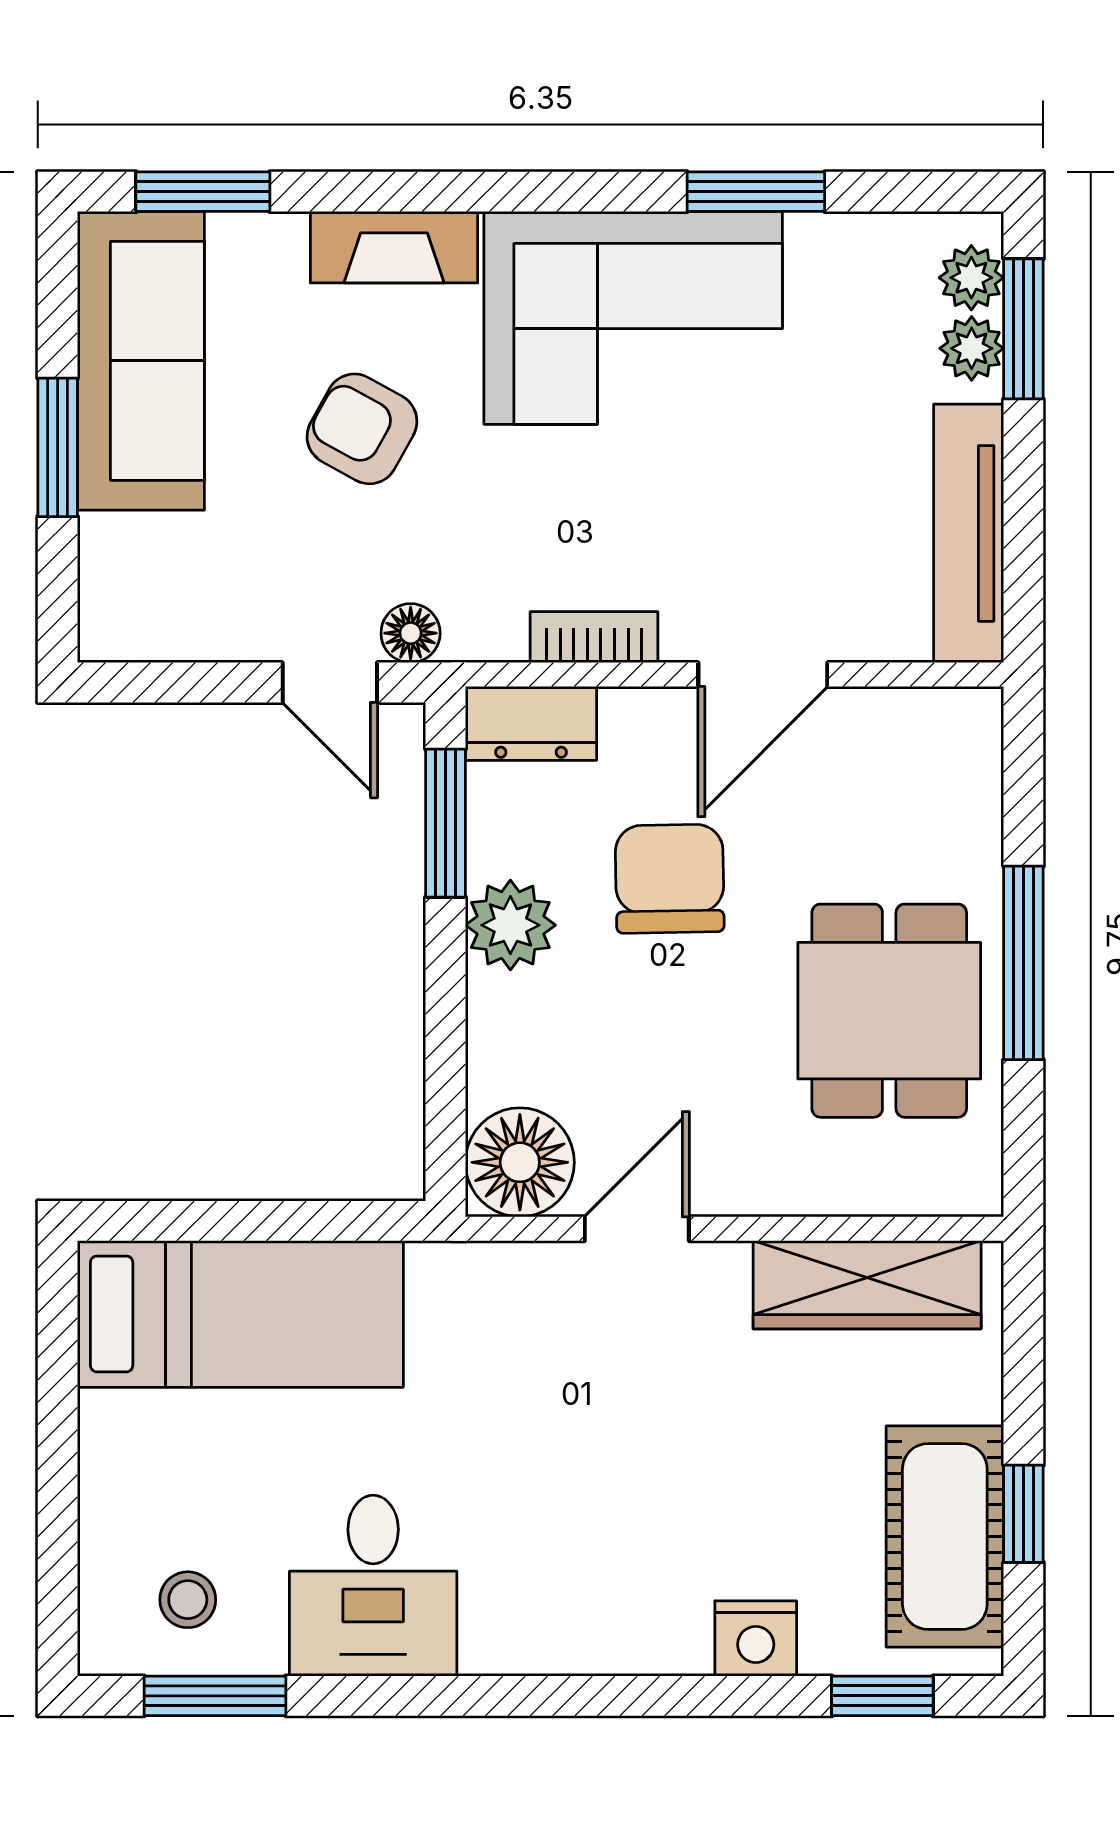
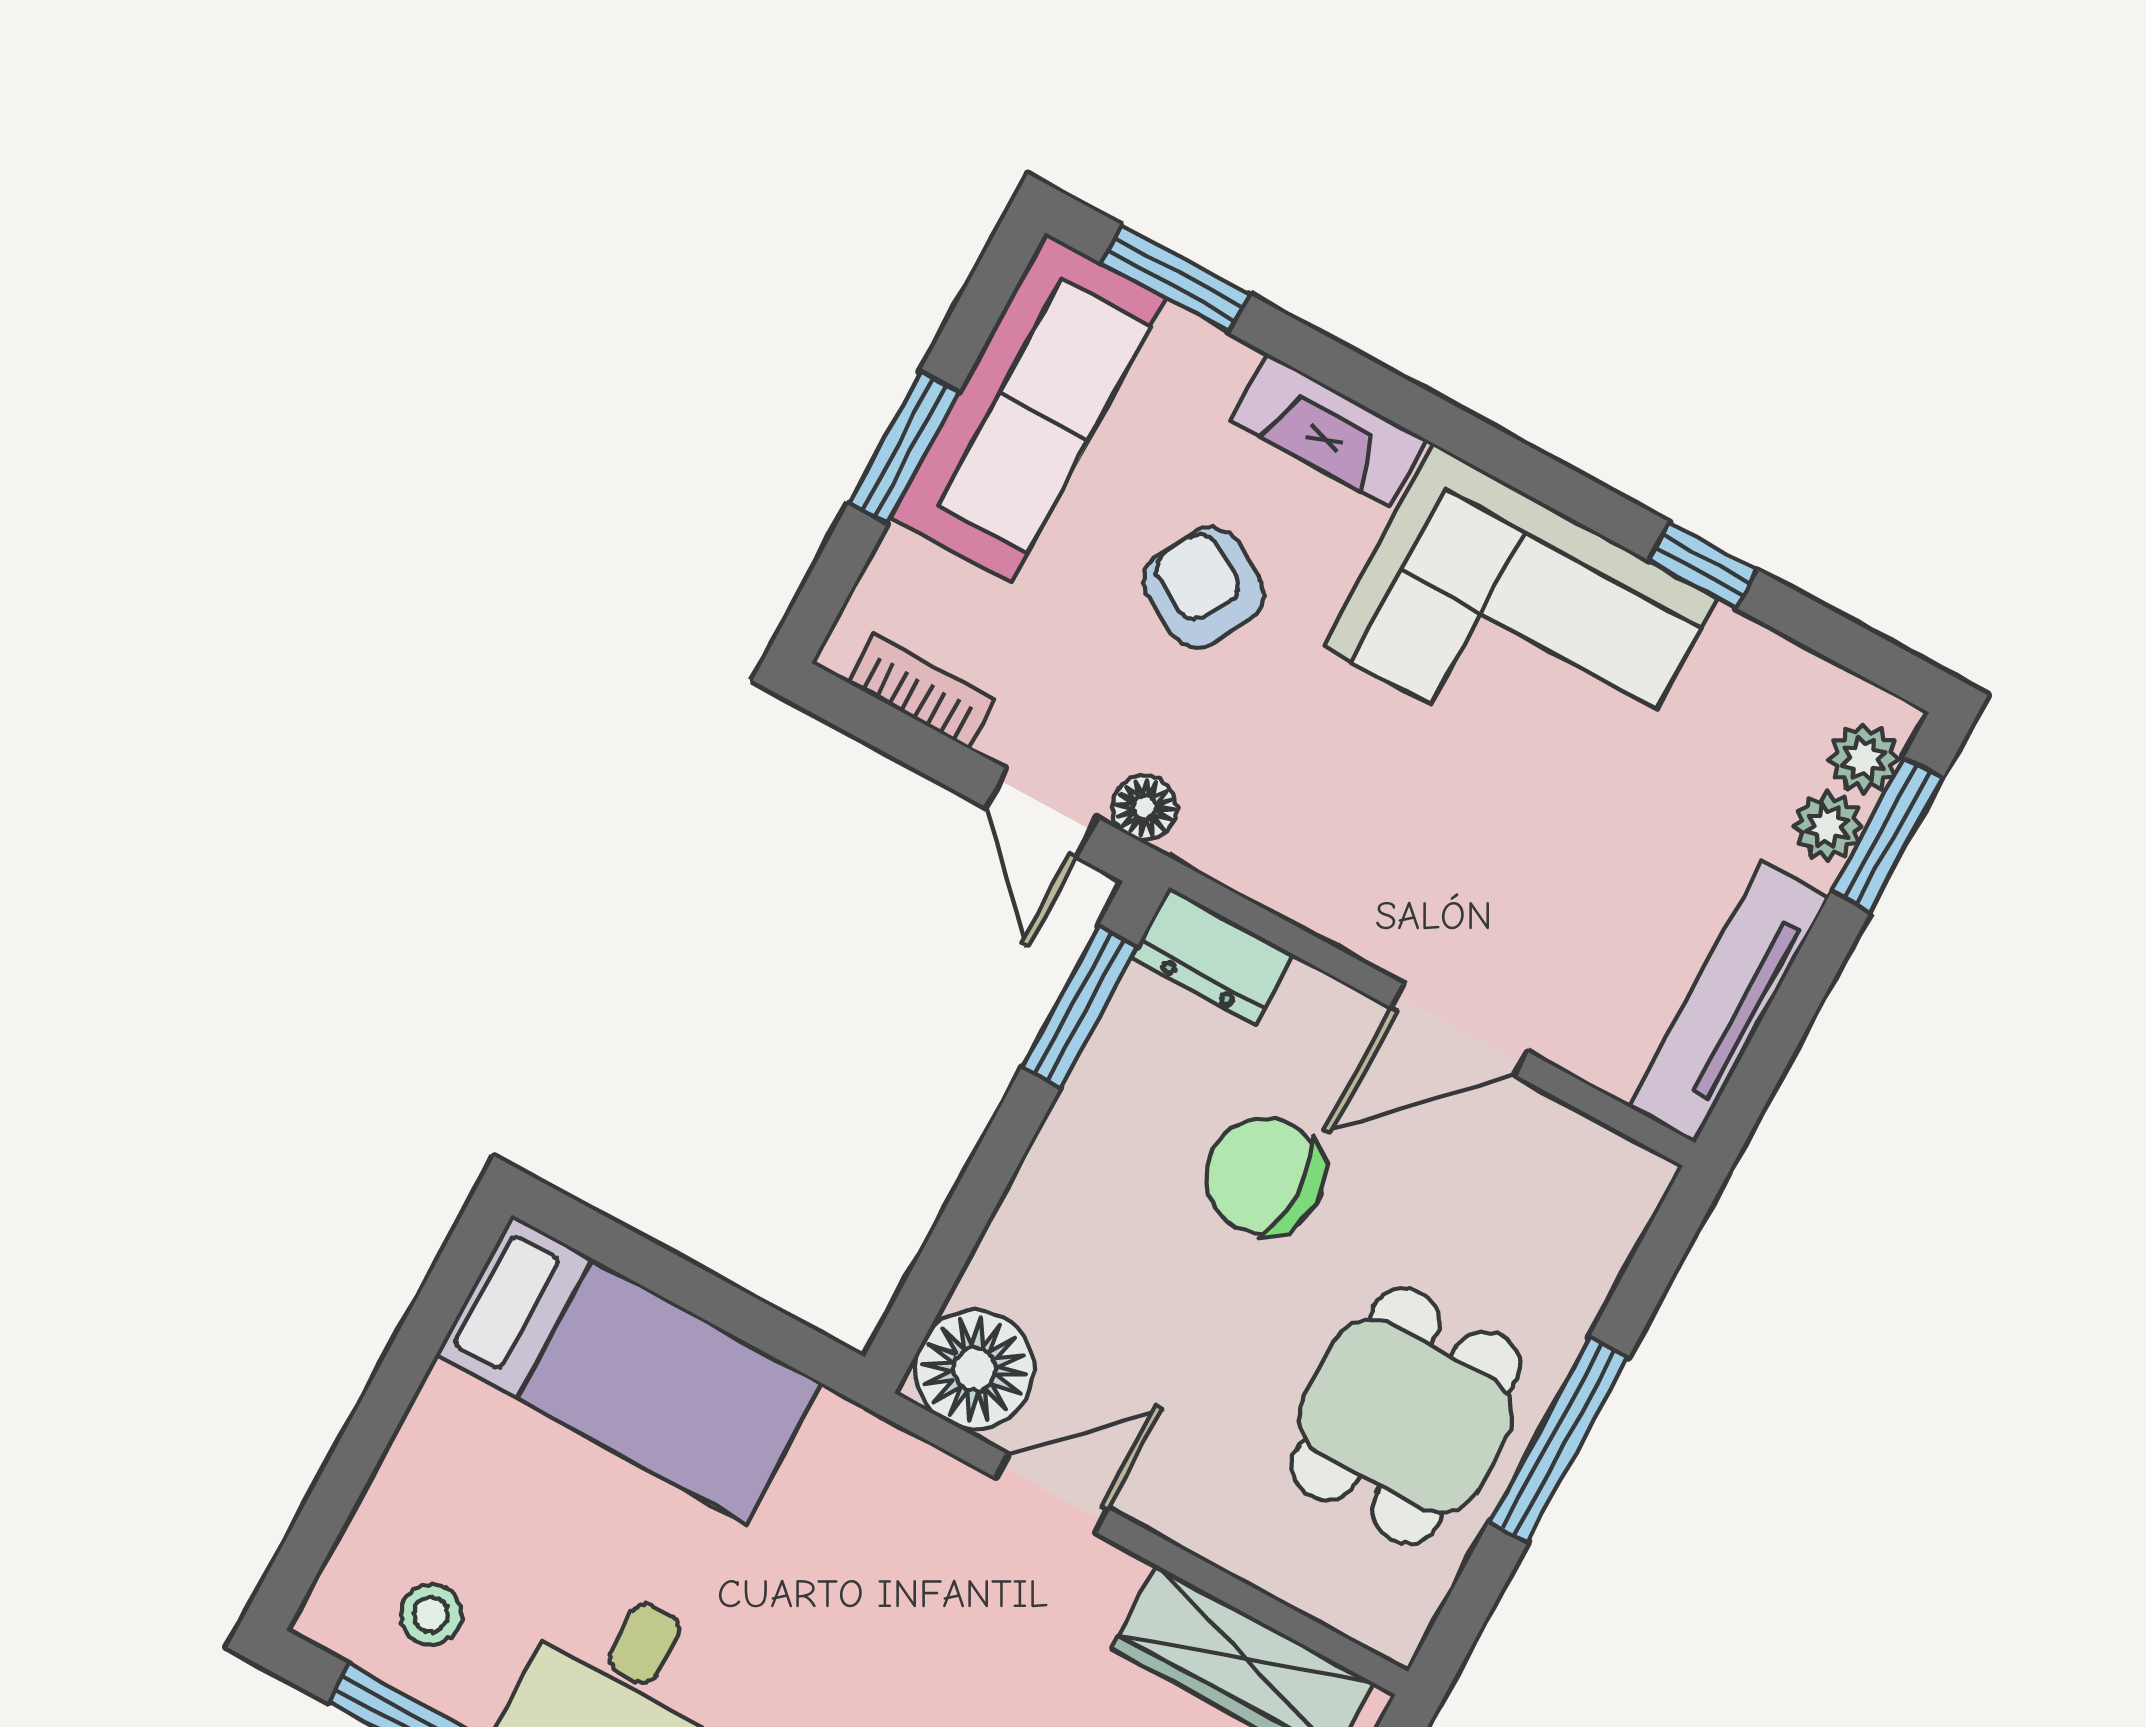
window: (756, 192) -> (1703, 565), width x0.67
bookcase: (594, 637) -> (921, 691), moved
chair: (670, 879) -> (1265, 1176), turned -89
plant: (510, 925) -> (1089, 1138), removed

